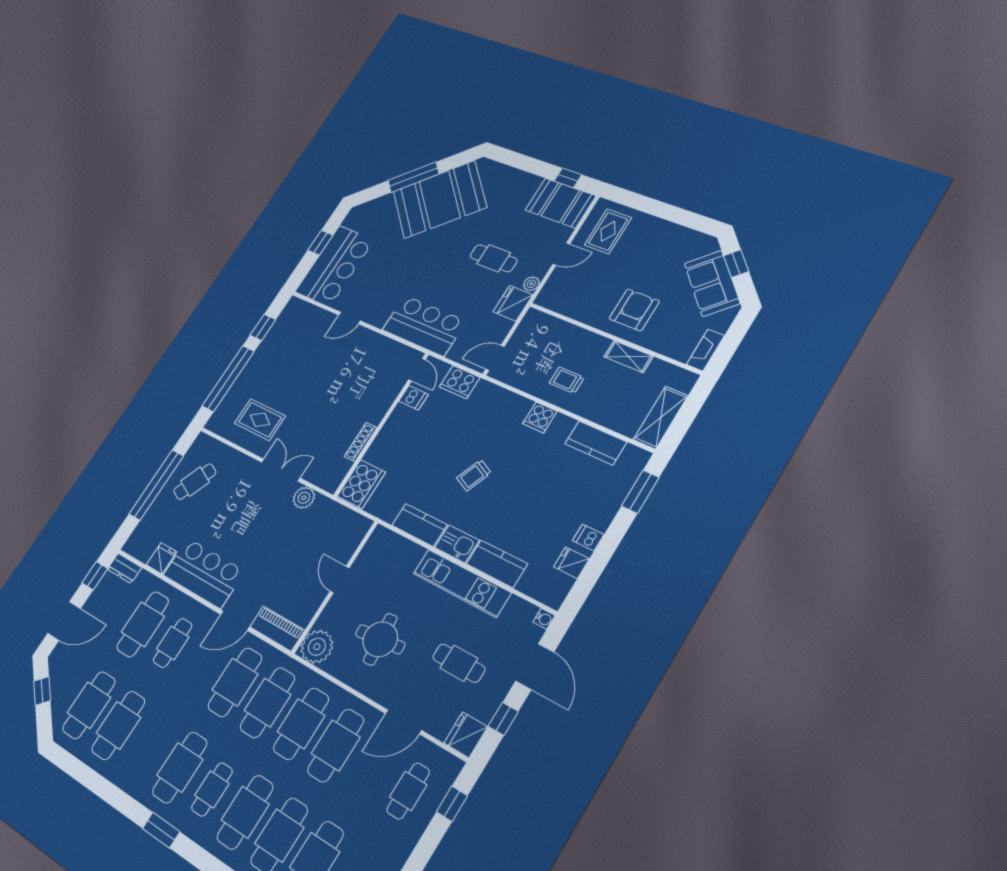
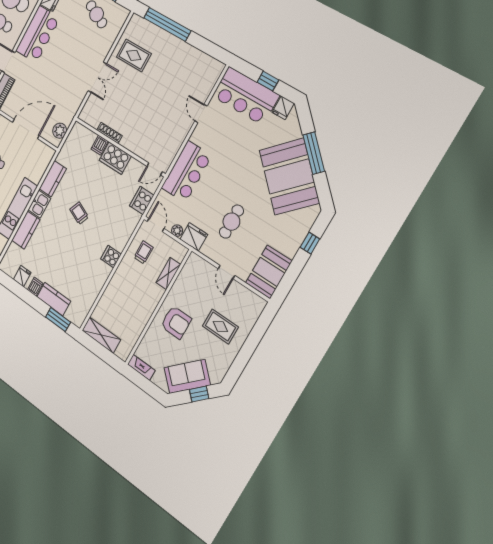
window: (568, 178) -> (310, 243), moved
fridge: (355, 220) -> (283, 108), added
rug: (608, 231) -> (220, 327), moved
plant: (531, 284) -> (177, 231), moved
window: (263, 327) -> (204, 45), removed
shelving: (629, 356) -> (168, 274), moved
trolley: (567, 380) -> (144, 252), moved
dishwasher: (413, 398) -> (100, 145), moved
rug: (260, 420) -> (134, 55), turned 90
kitchen counter: (596, 443) -> (54, 299), moved, turned 90
cooker: (361, 484) -> (115, 158), moved
plant: (304, 498) -> (60, 131), moved
door: (340, 580) -> (26, 129), width x1.88

